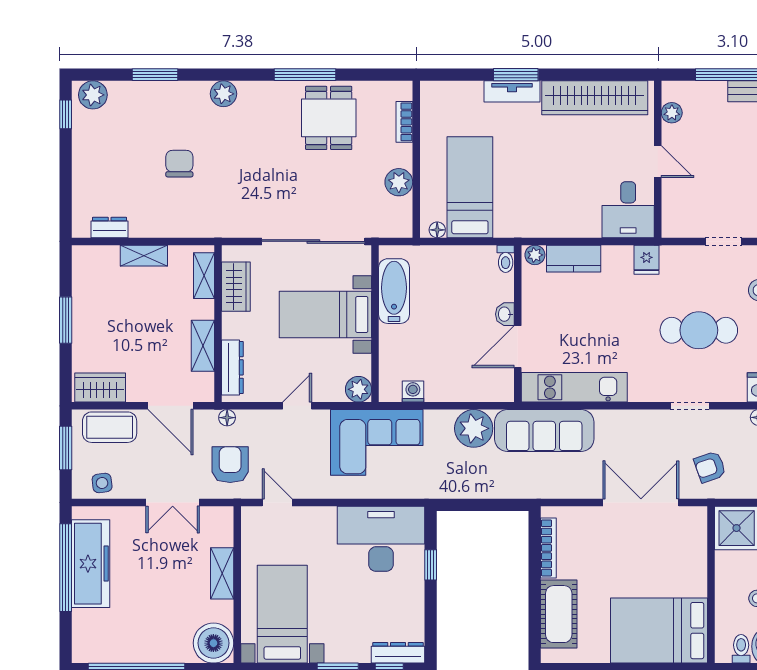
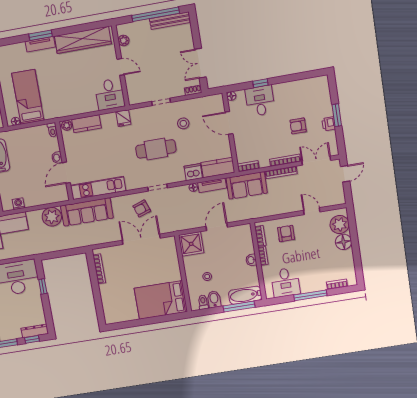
armchair: (710, 467) -> (142, 208), moved
cot: (559, 614) -> (110, 300), removed

